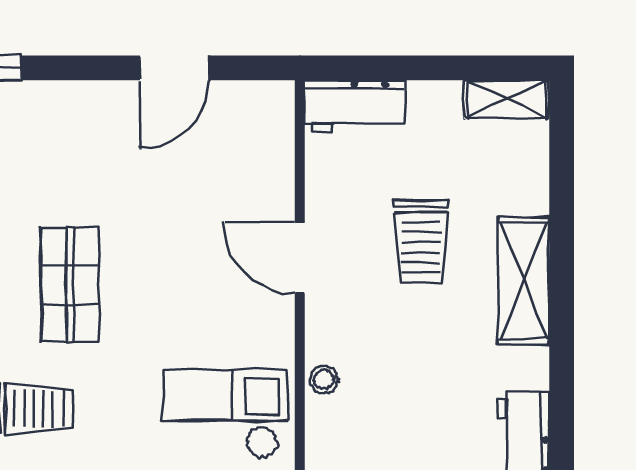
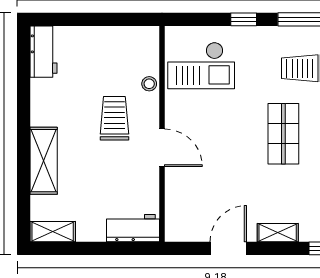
shelving: (81, 98) -> (278, 233), added
trolley: (421, 242) -> (114, 118), moved
shelving: (524, 281) -> (44, 161), moved

